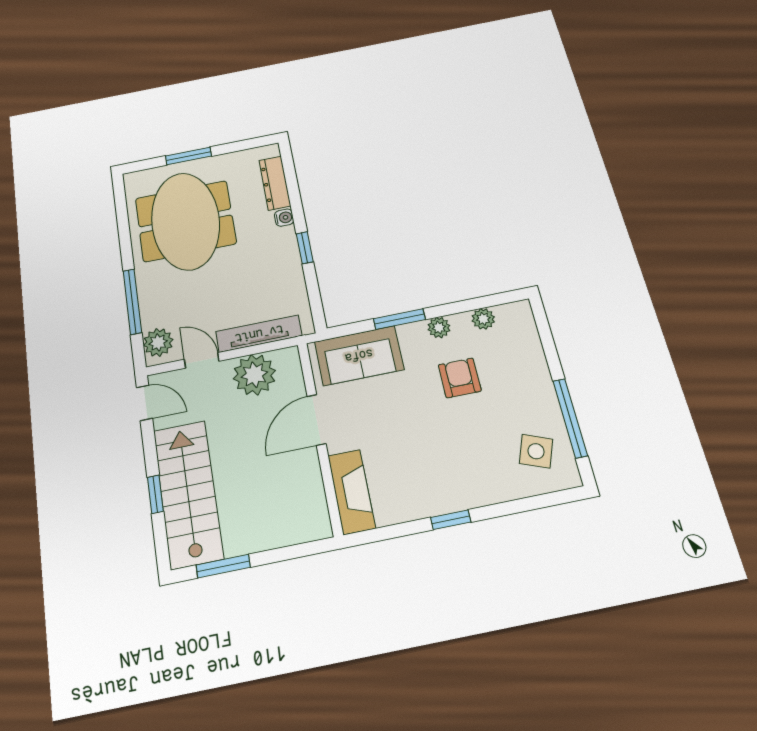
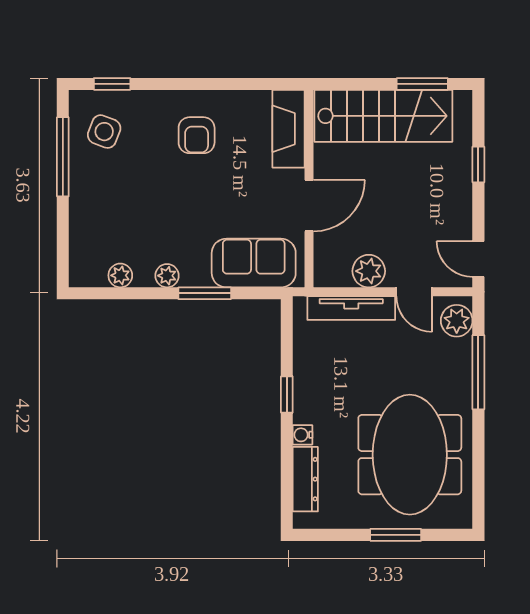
plant: (254, 375) -> (369, 271), width x0.73, depth x0.73
armchair: (460, 378) -> (197, 135), moved
stairs: (188, 494) -> (383, 116), moved, turned -90
window: (451, 520) -> (112, 84), moved

